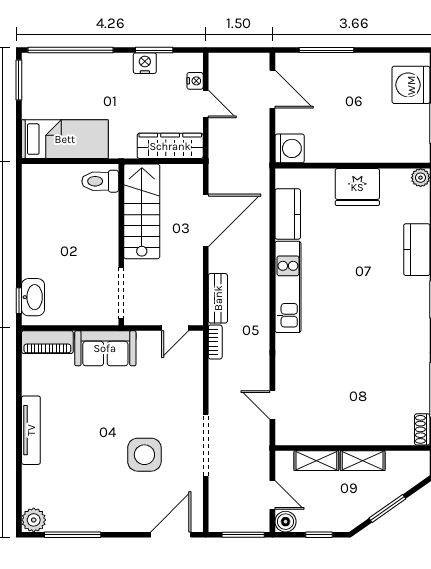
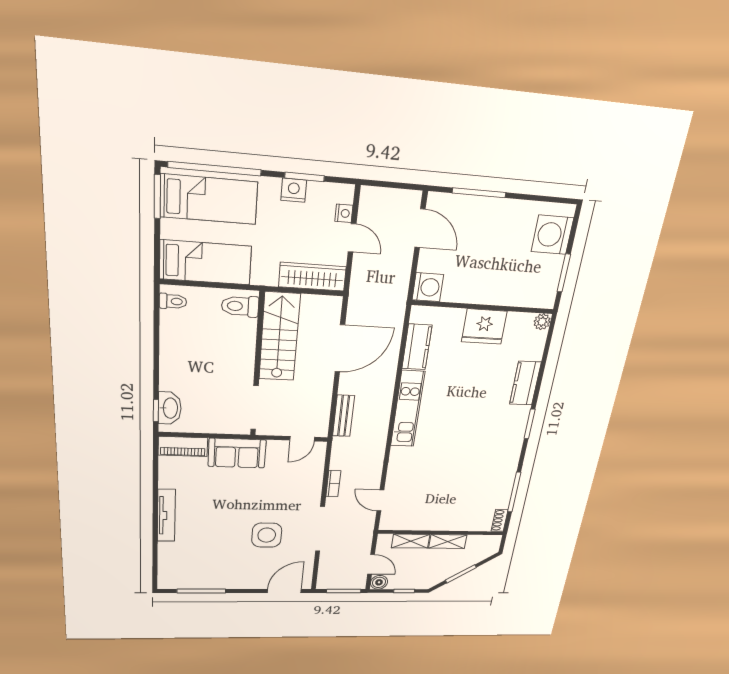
bed: (66, 78) -> (209, 199), added
toilet: (35, 180) -> (173, 301), added
bookcase: (215, 342) -> (333, 484), moved
plant: (34, 520) -> (168, 581), removed

